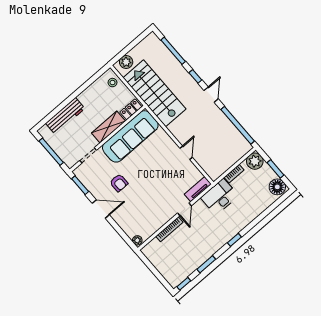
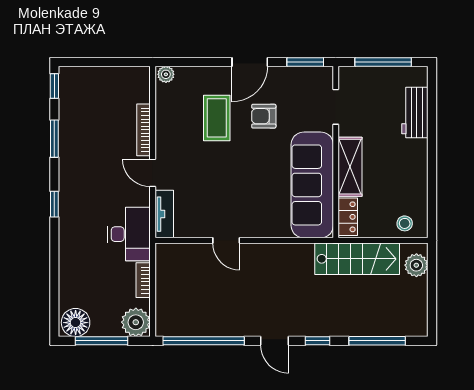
stairs: (155, 93) -> (357, 259), width x0.73, depth x0.66
workbench: (65, 116) -> (415, 113), width x0.73
window: (275, 169) -> (102, 341), width x1.44
coffee table: (137, 202) -> (217, 118), added

